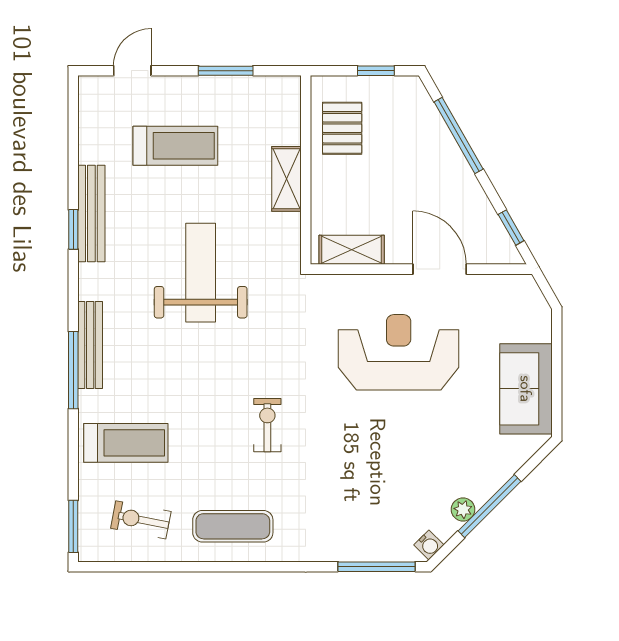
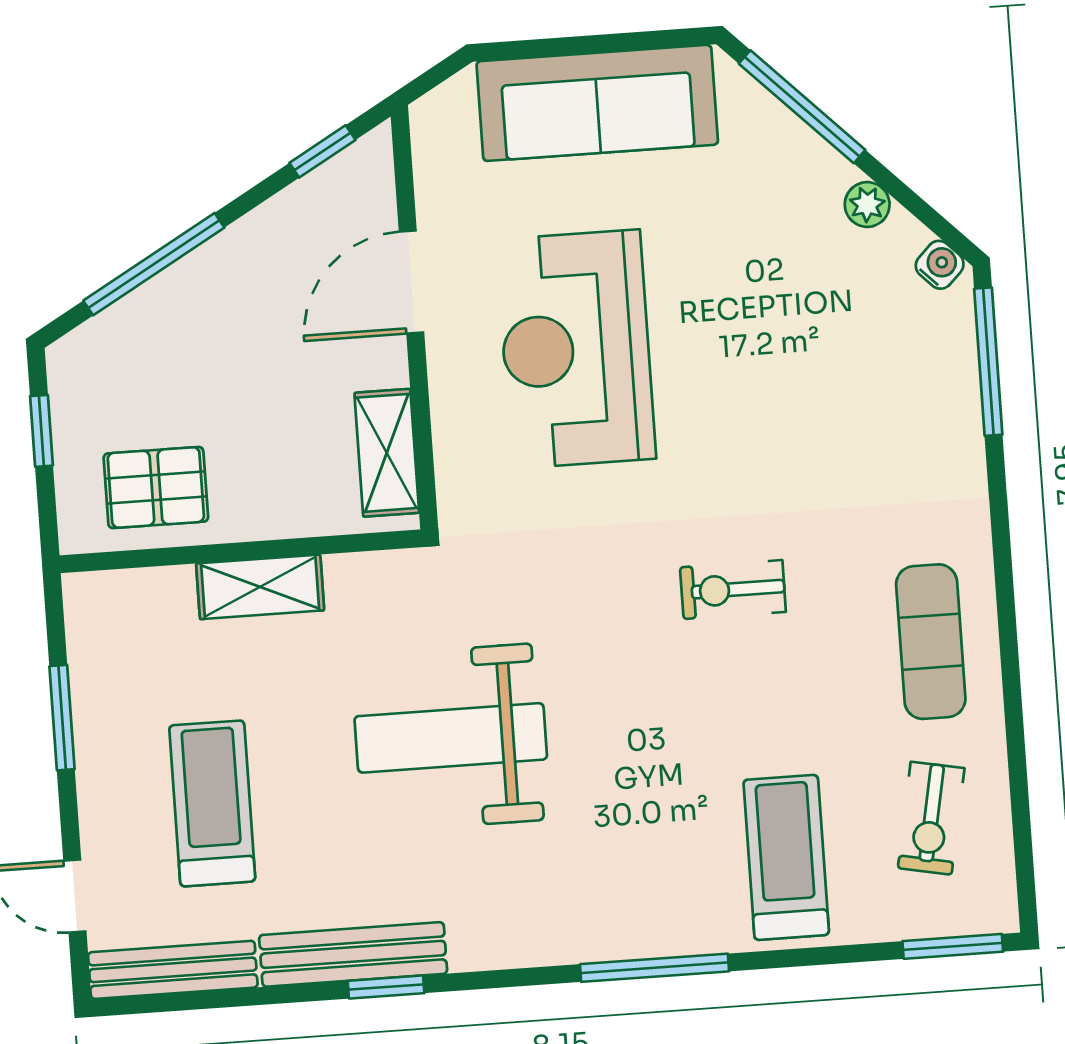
bench: (90, 345) -> (173, 970), moved
sofa: (526, 389) -> (597, 103), width x1.36
window: (489, 506) -> (802, 107), moved

